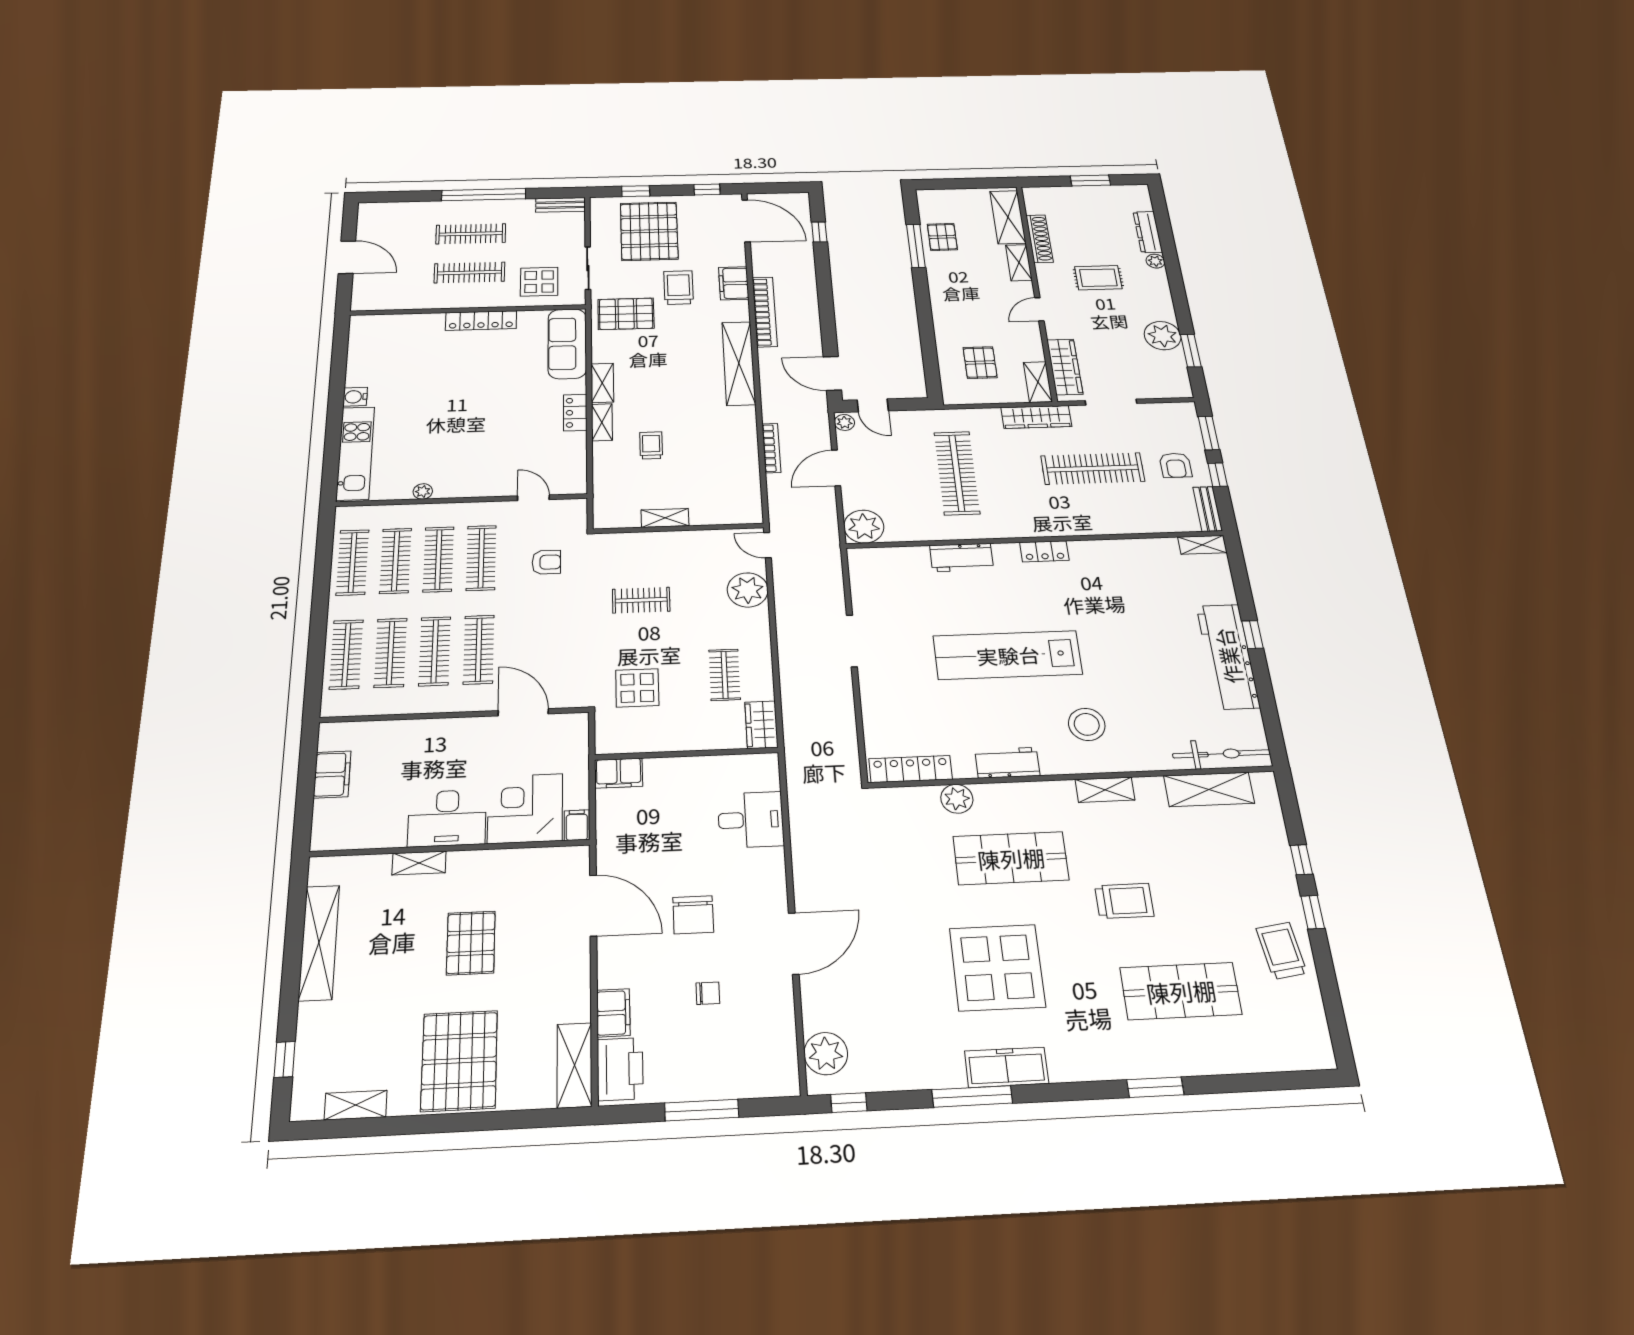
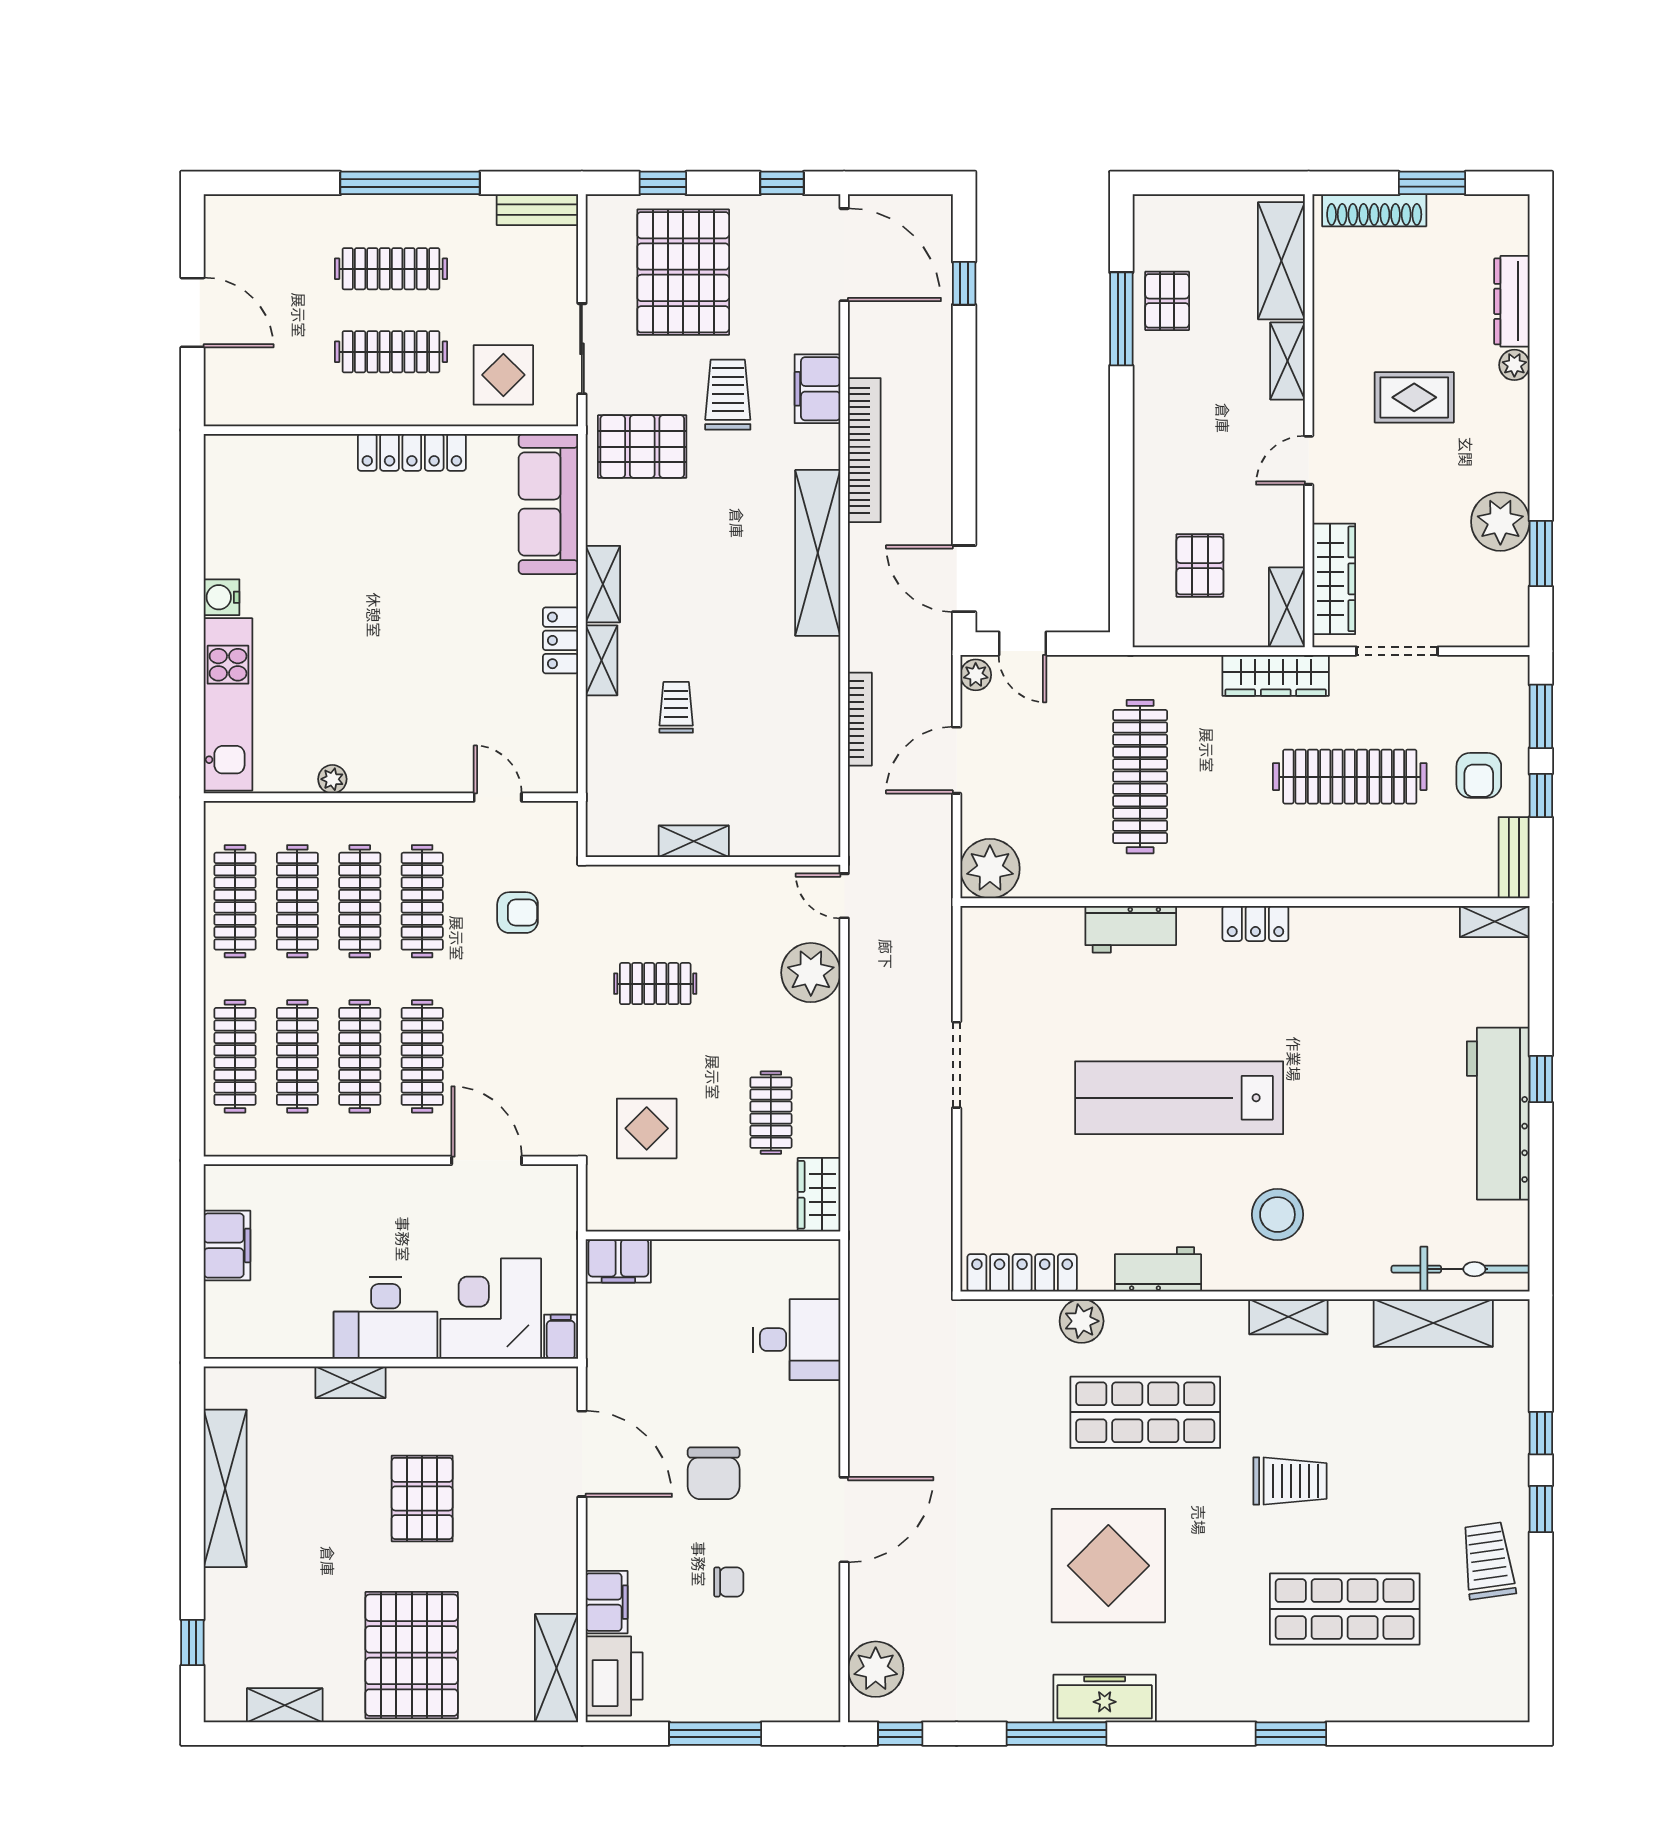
shoe rack: (1039, 239) -> (1374, 210), moved, turned 90

